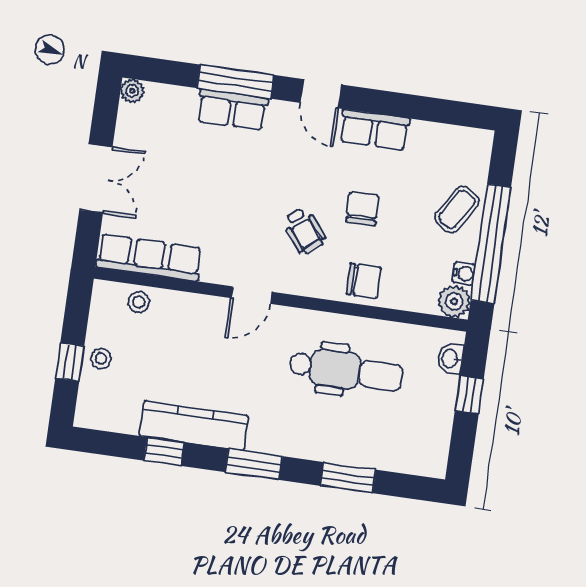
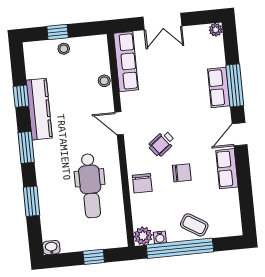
stool: (139, 302) -> (104, 81), moved
washbasin: (450, 359) -> (51, 247), moved

